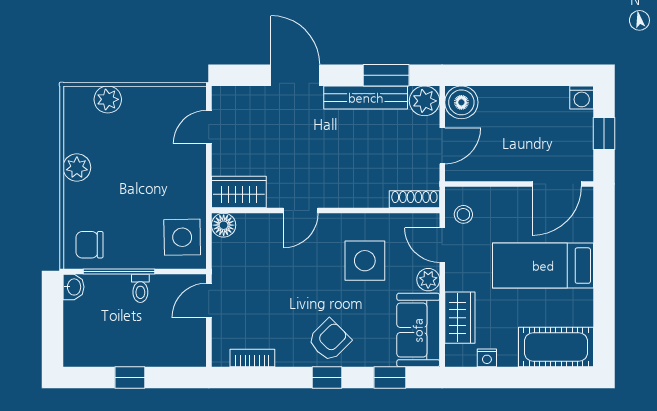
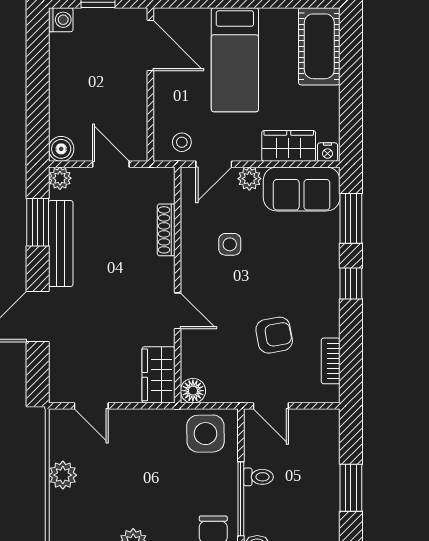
plant: (108, 99) -> (63, 475), moved
plant: (425, 101) -> (60, 178), width x0.73, depth x0.73
boiler: (461, 102) -> (61, 149), width x0.73, depth x0.73
shoe rack: (414, 199) -> (166, 230), moved
side table: (365, 261) -> (230, 244), width x0.54, depth x0.54
armchair: (329, 340) -> (274, 335), moved, turned 125
nightstand: (487, 358) -> (328, 152), moved, turned 90
window: (130, 378) -> (351, 488), width x1.50
window: (390, 378) -> (351, 218), width x1.50

